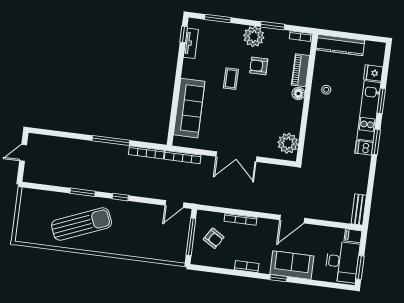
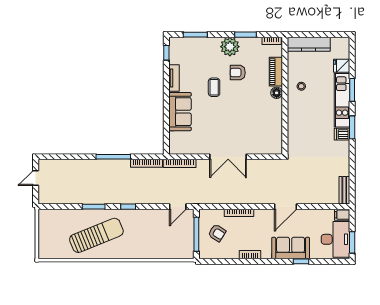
tv unit: (191, 43) -> (174, 78), moved
sofa: (189, 108) -> (180, 112), width x0.73
plant: (288, 143) -> (273, 139), removed
window: (278, 278) -> (301, 261), moved

